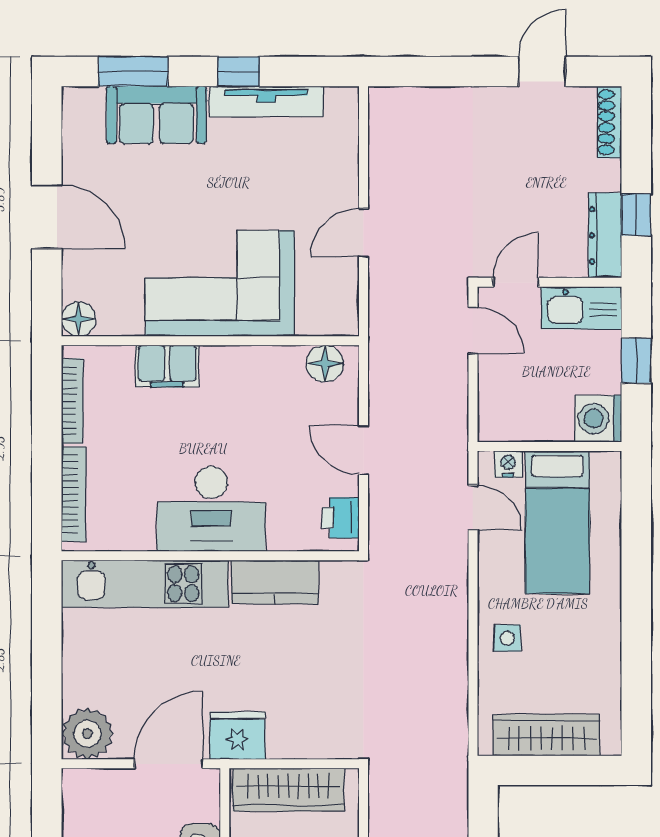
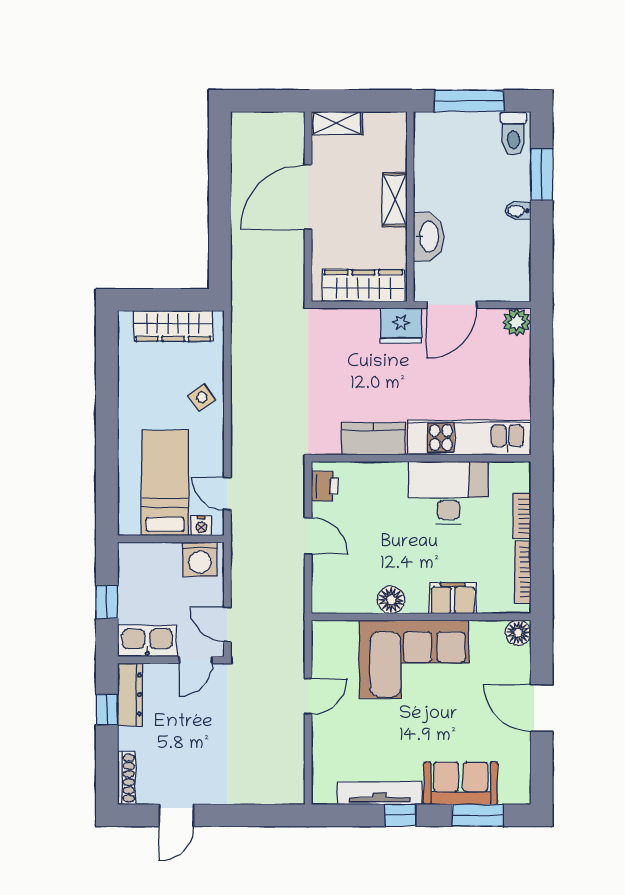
floor lamp: (325, 364) -> (391, 600), moved
washing machine: (598, 419) -> (200, 559), moved, turned 90
bookcase: (74, 494) -> (522, 516), width x0.64
desk: (211, 509) -> (448, 493), moved
side table: (507, 638) -> (202, 397), turned -35
plant: (87, 733) -> (517, 322), width x0.73, depth x0.73

